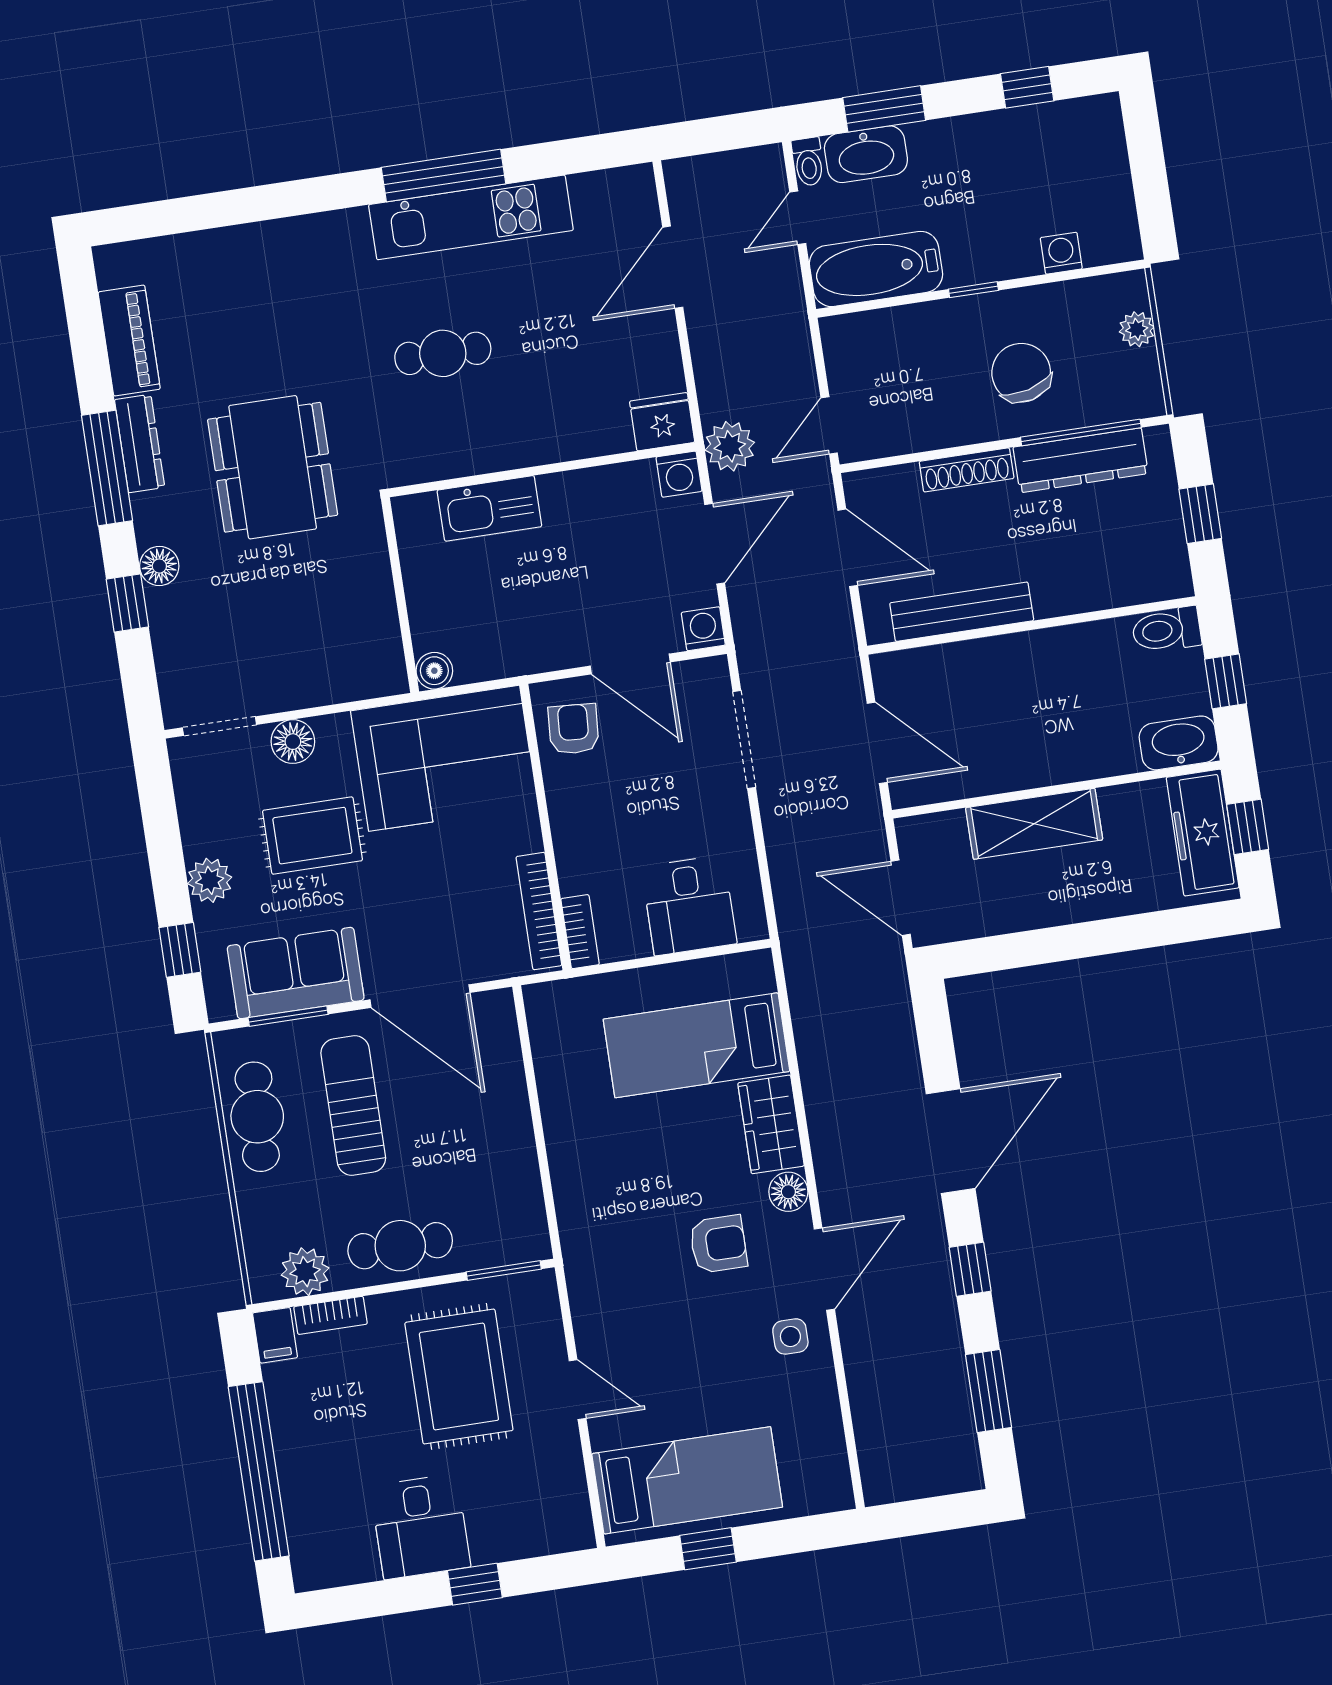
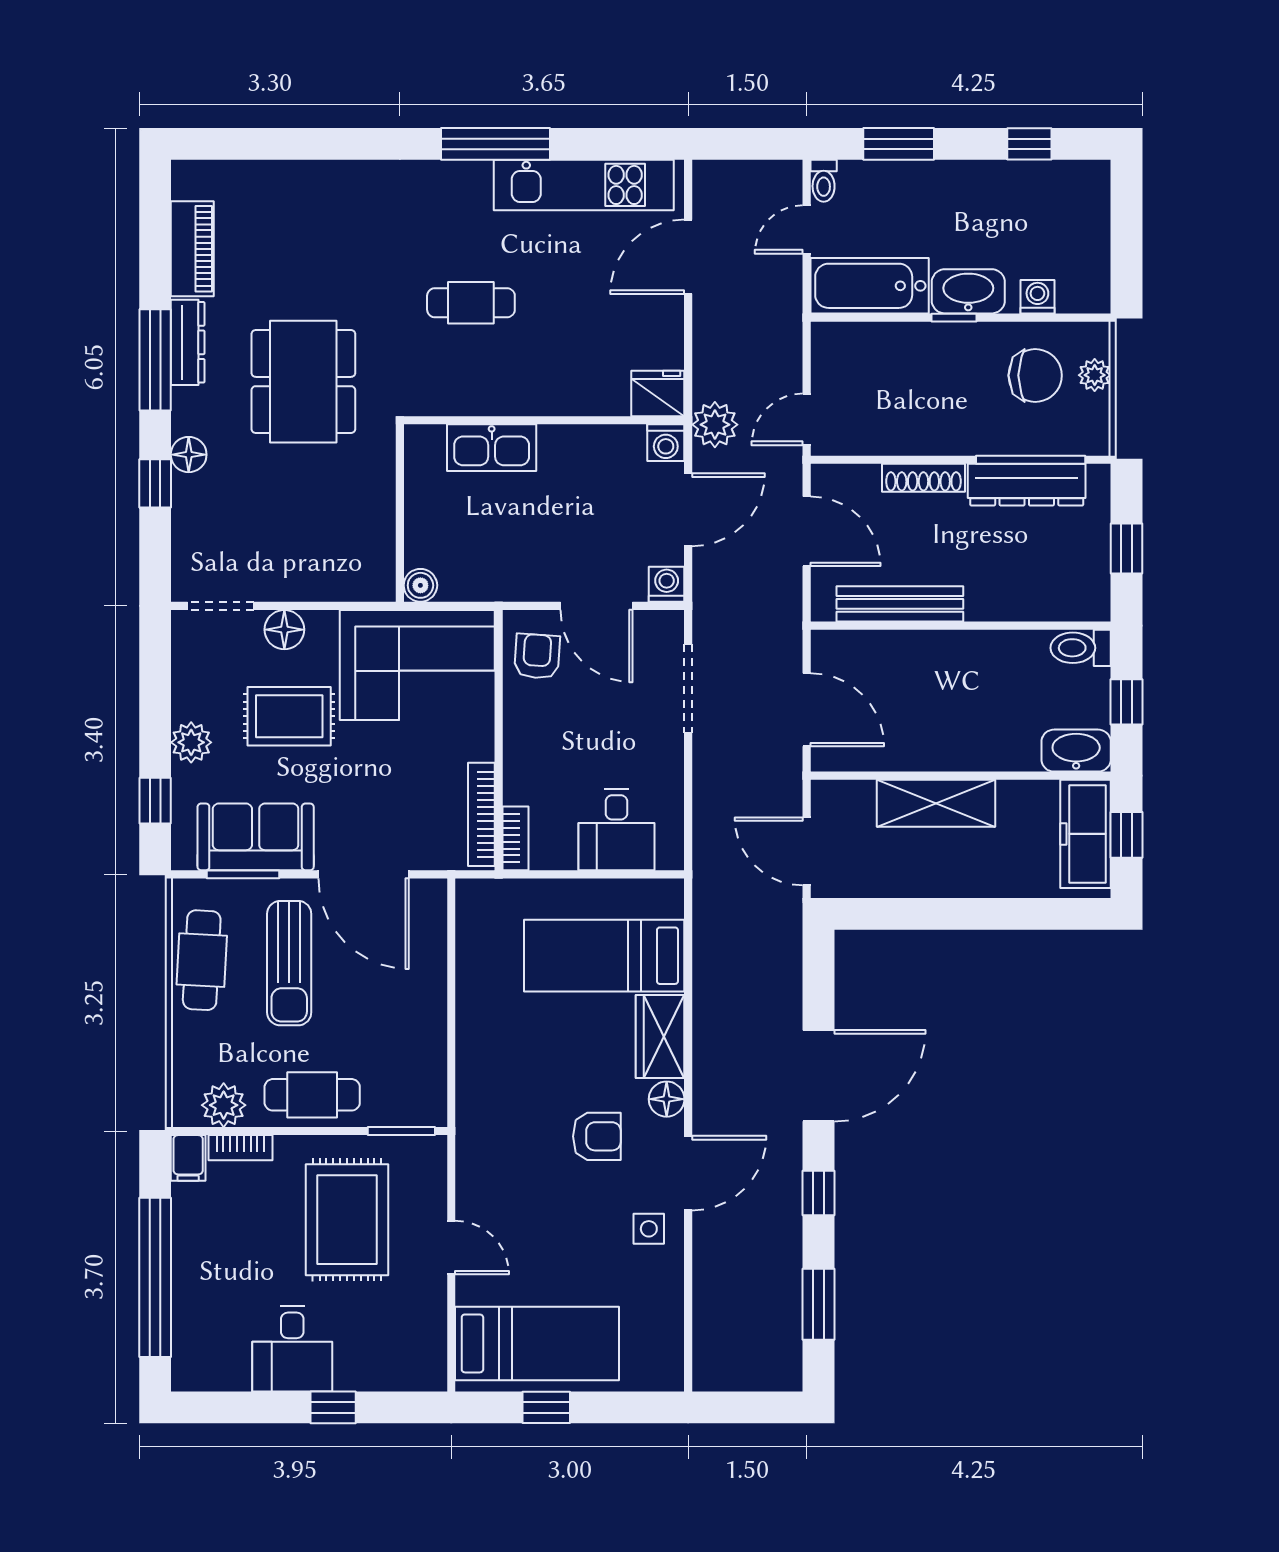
washbasin: (866, 154) -> (968, 291), moved, turned 180
kitchen unit: (471, 217) -> (584, 185), moved
chair: (1021, 373) -> (1035, 375), moved, turned 105
sun lounger: (353, 1106) -> (289, 963), turned 180

